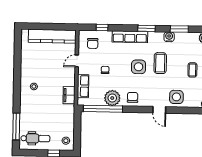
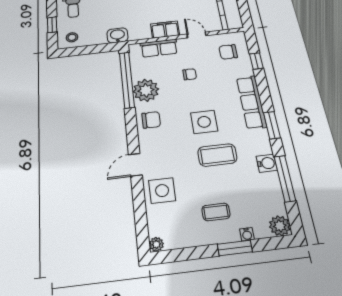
window: (179, 29) -> (285, 179), width x1.44
filing cabinet: (69, 95) -> (165, 30), moved
washbasin: (69, 111) -> (117, 35), added

